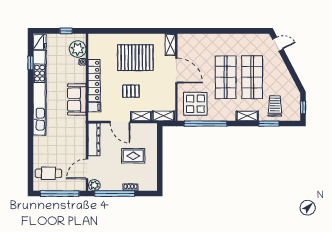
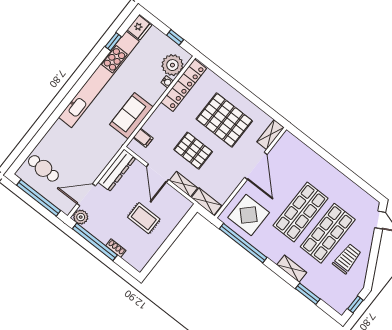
locker: (94, 80) -> (184, 85), moved
pallet: (131, 91) -> (193, 151), width x1.50, depth x1.42
trolley: (275, 106) -> (347, 259), moved

